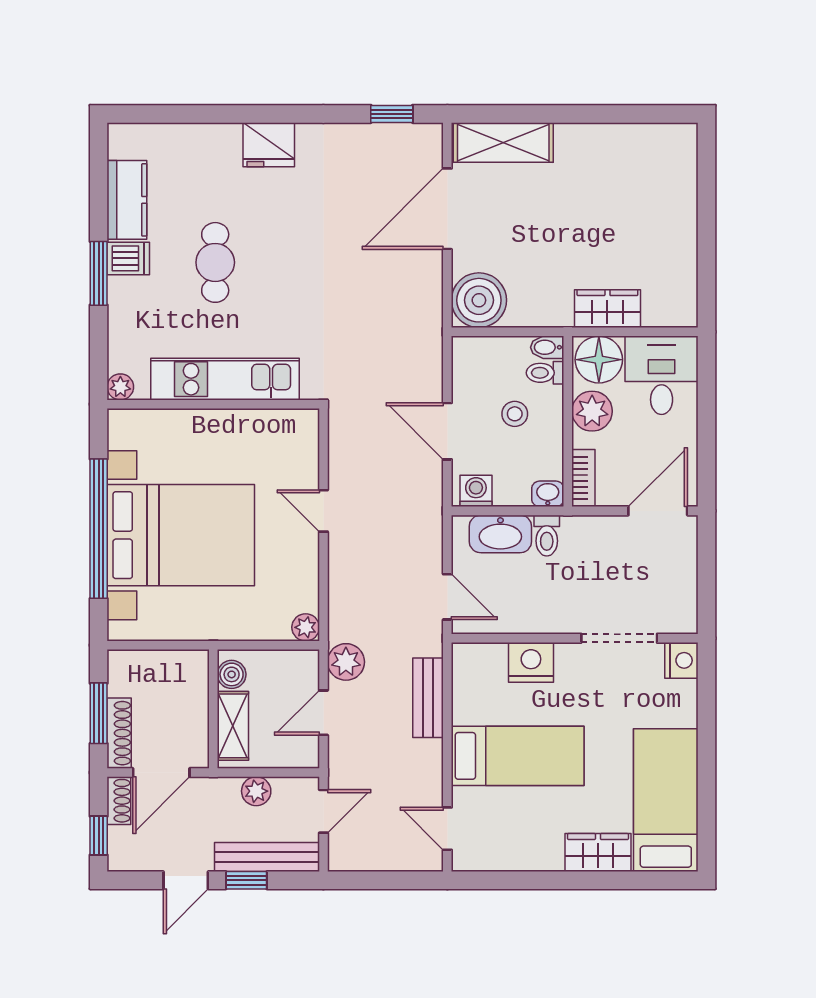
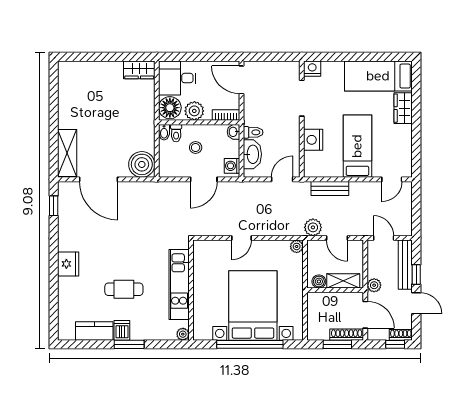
wardrobe: (607, 309) -> (139, 70), moved, turned -90
plant: (256, 791) -> (374, 285), moved
shoe rack: (119, 801) -> (401, 335), moved

